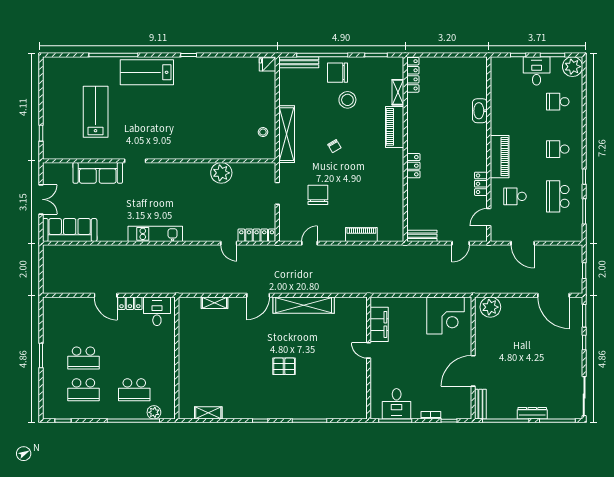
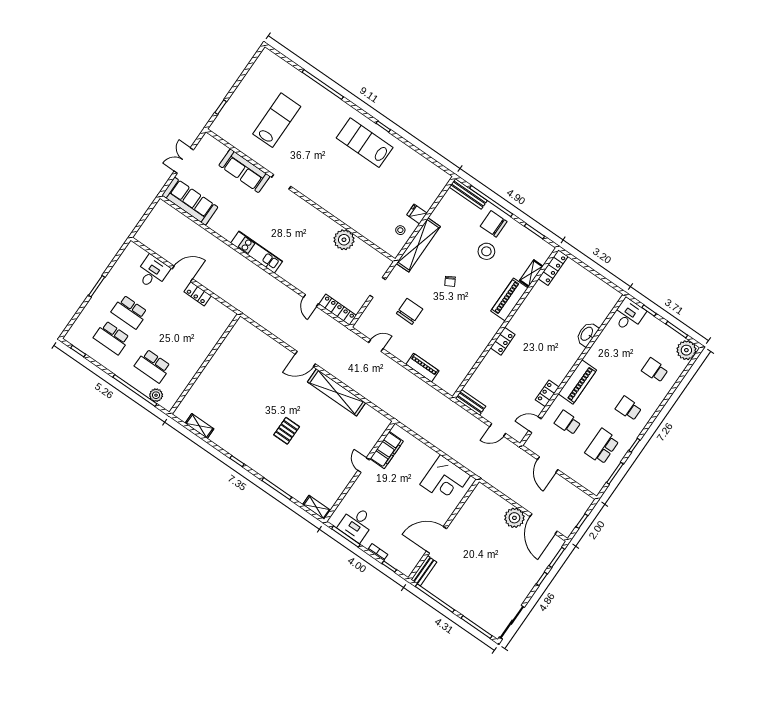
fridge: (268, 64) -> (417, 214), moved
desk: (537, 71) -> (628, 315), moved
lab bench: (147, 72) -> (365, 143), moved
double door: (41, 199) -> (184, 160), swing flipped
door: (106, 295) -> (182, 274), swing flipped
shelving: (214, 303) -> (316, 507), moved
plant: (490, 307) -> (514, 518), moved
desk: (157, 311) -> (152, 272), moved
pallet: (284, 366) -> (287, 431), turned 90
dresser: (532, 413) -> (460, 607), removed

